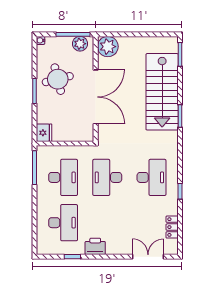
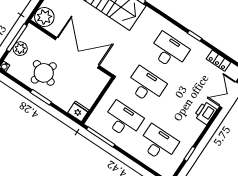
plant: (80, 44) -> (20, 49), moved
round table: (58, 79) -> (44, 73), turned 33
desk: (107, 177) -> (146, 85), turned 180
printer: (95, 246) -> (205, 113), moved

